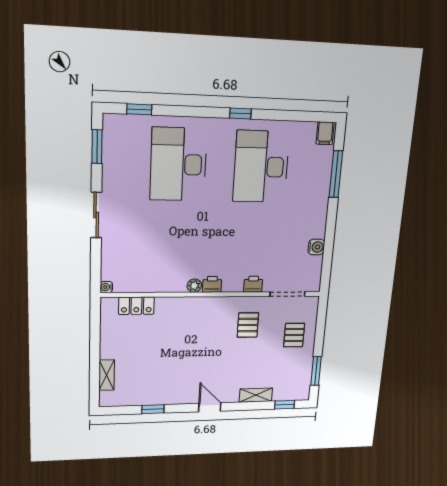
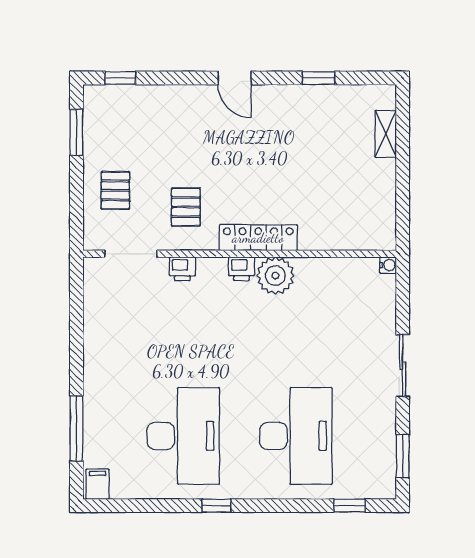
water cooler: (316, 247) -> (94, 324), removed
plant: (194, 286) -> (275, 276), width x1.87, depth x1.87
locker: (136, 306) -> (258, 238), moved, width x1.53
shelving: (256, 395) -> (166, 95), removed

